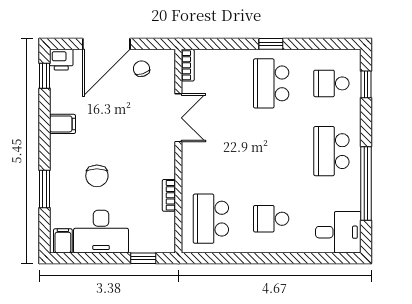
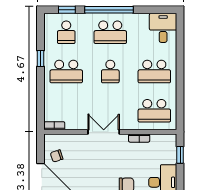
window: (271, 44) -> (41, 59), moved
double door: (178, 118) -> (104, 132), moved
school desk: (271, 151) -> (110, 72), added
window: (366, 183) -> (109, 10), moved
school desk: (271, 219) -> (154, 72), width x1.85

